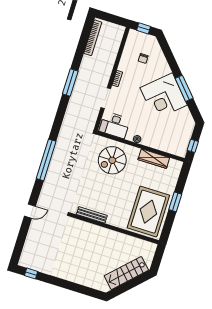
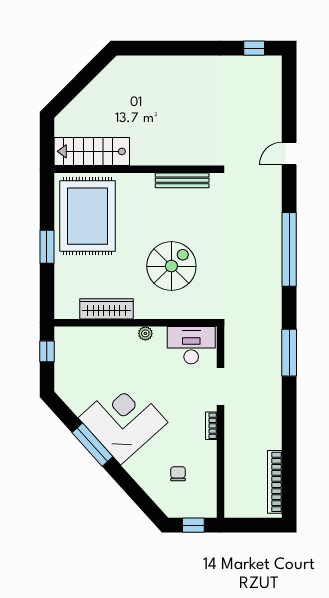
window: (70, 83) -> (289, 353), moved
spiral stairs: (112, 160) -> (171, 266), moved
stairs: (126, 273) -> (92, 151), moved, turned -135

